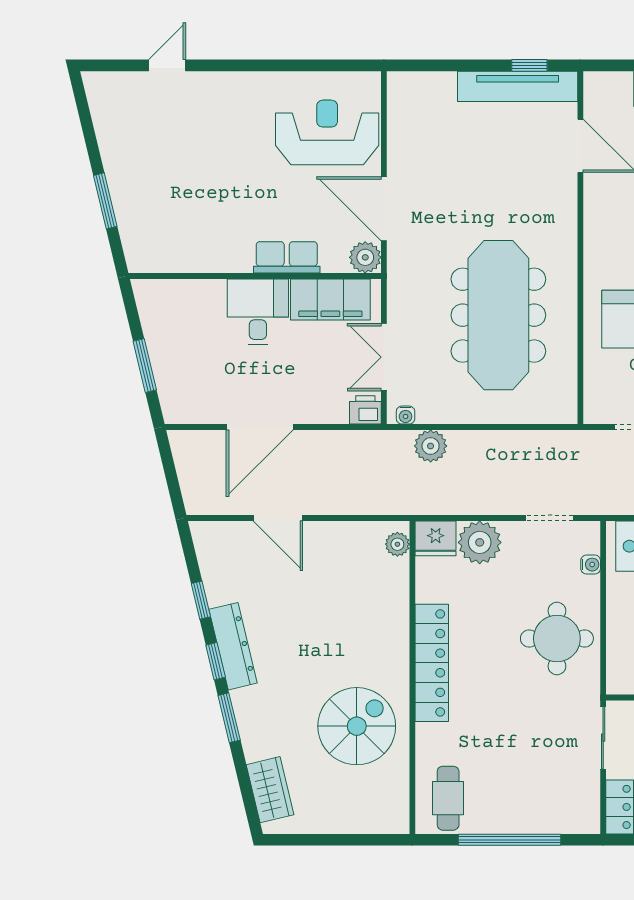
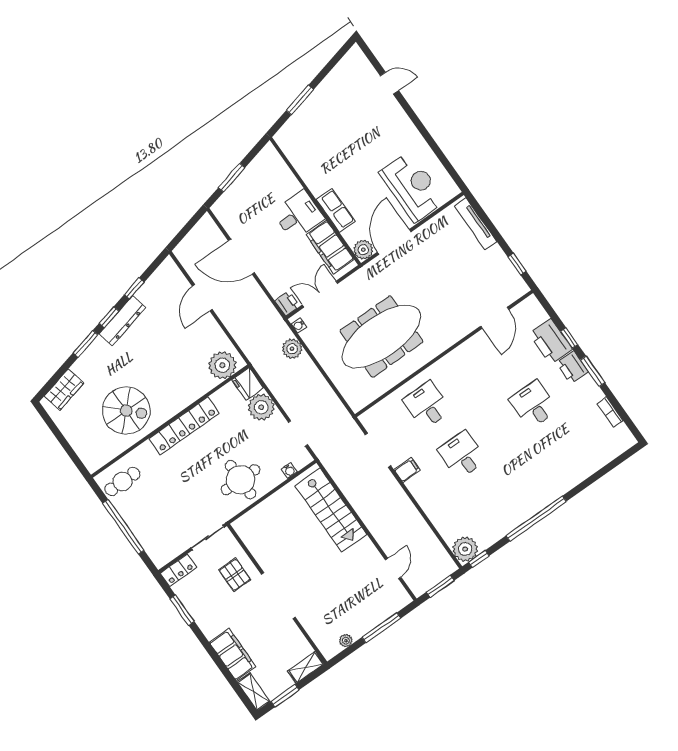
tv unit: (518, 86) -> (475, 224), moved, width x0.73, depth x0.78
plant: (397, 544) -> (222, 365), width x1.87, depth x1.87

